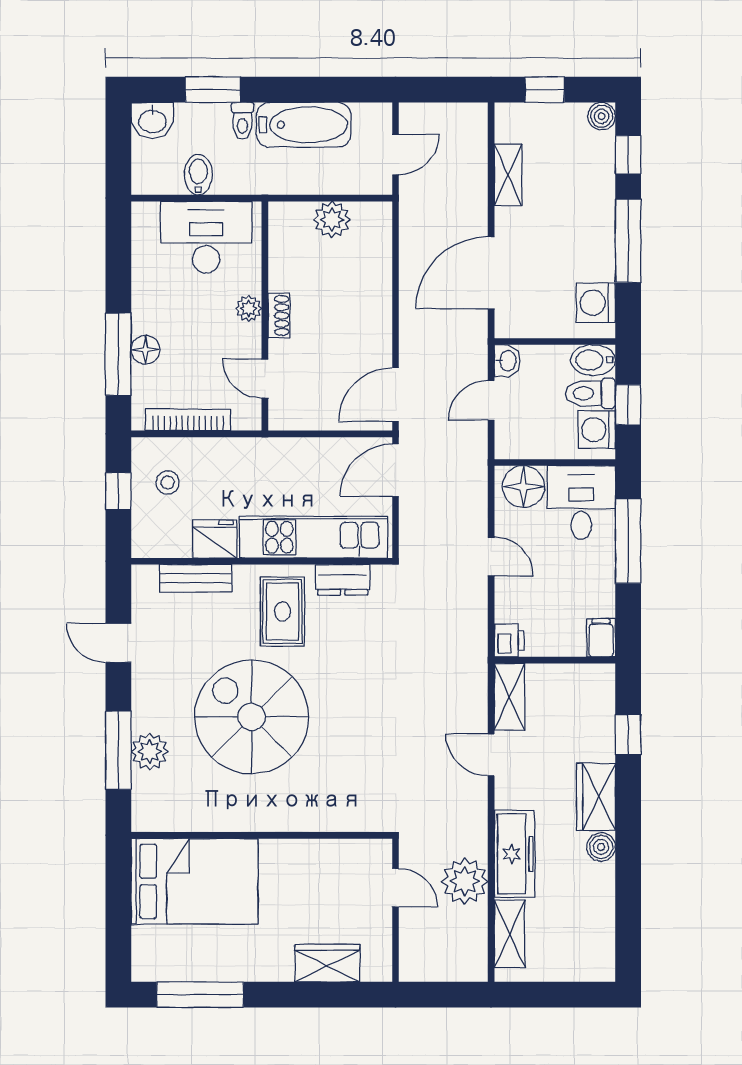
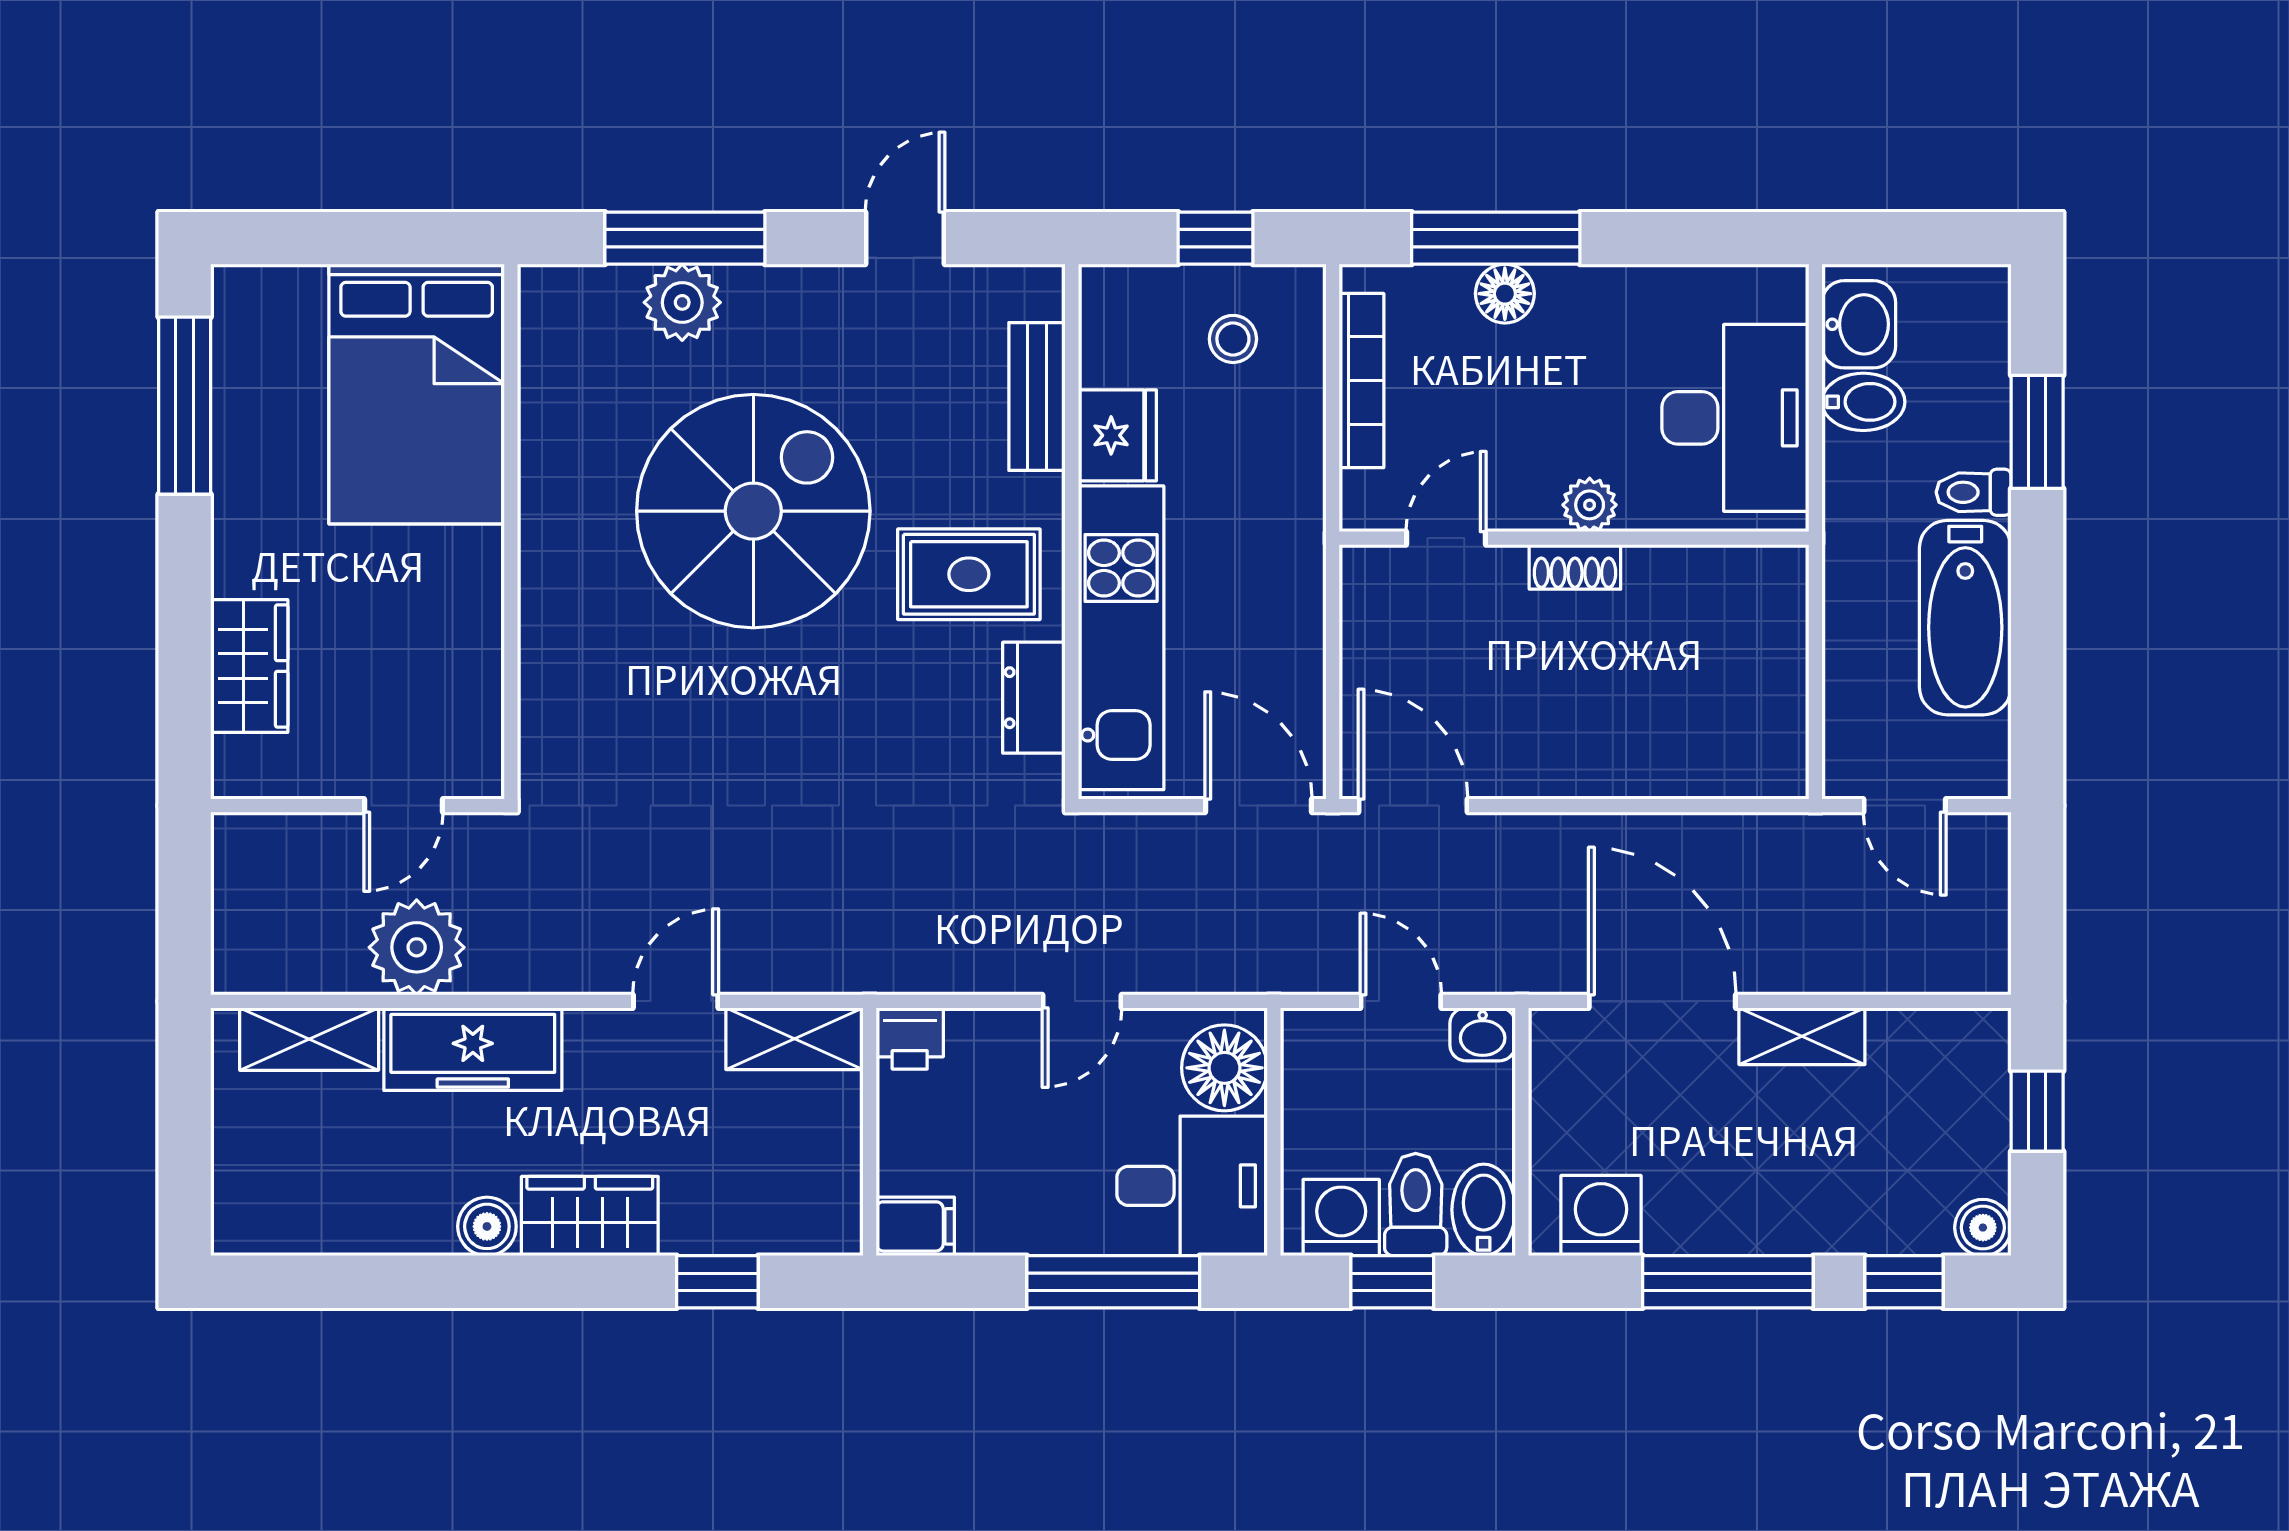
washbasin: (152, 121) -> (1859, 324), moved, turned 180
shelving: (508, 175) -> (1802, 1036), moved
plant: (332, 220) -> (1771, 676), removed

